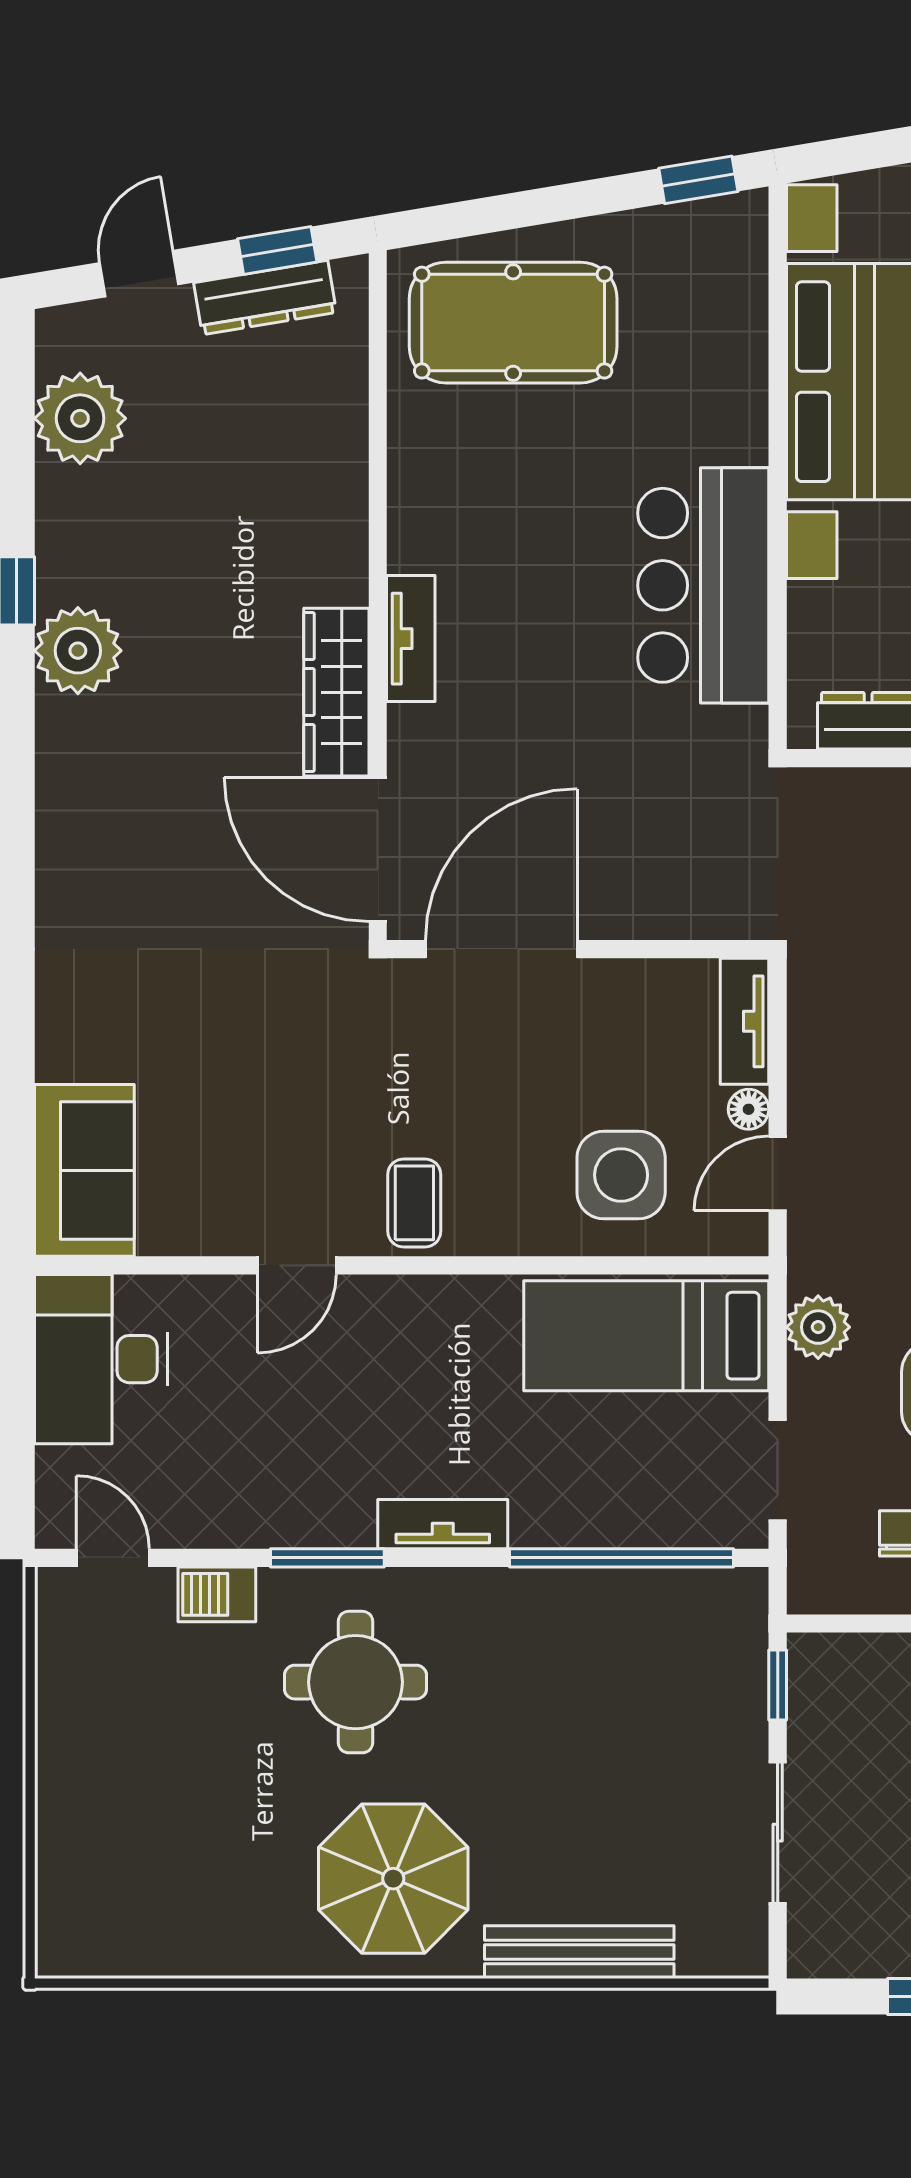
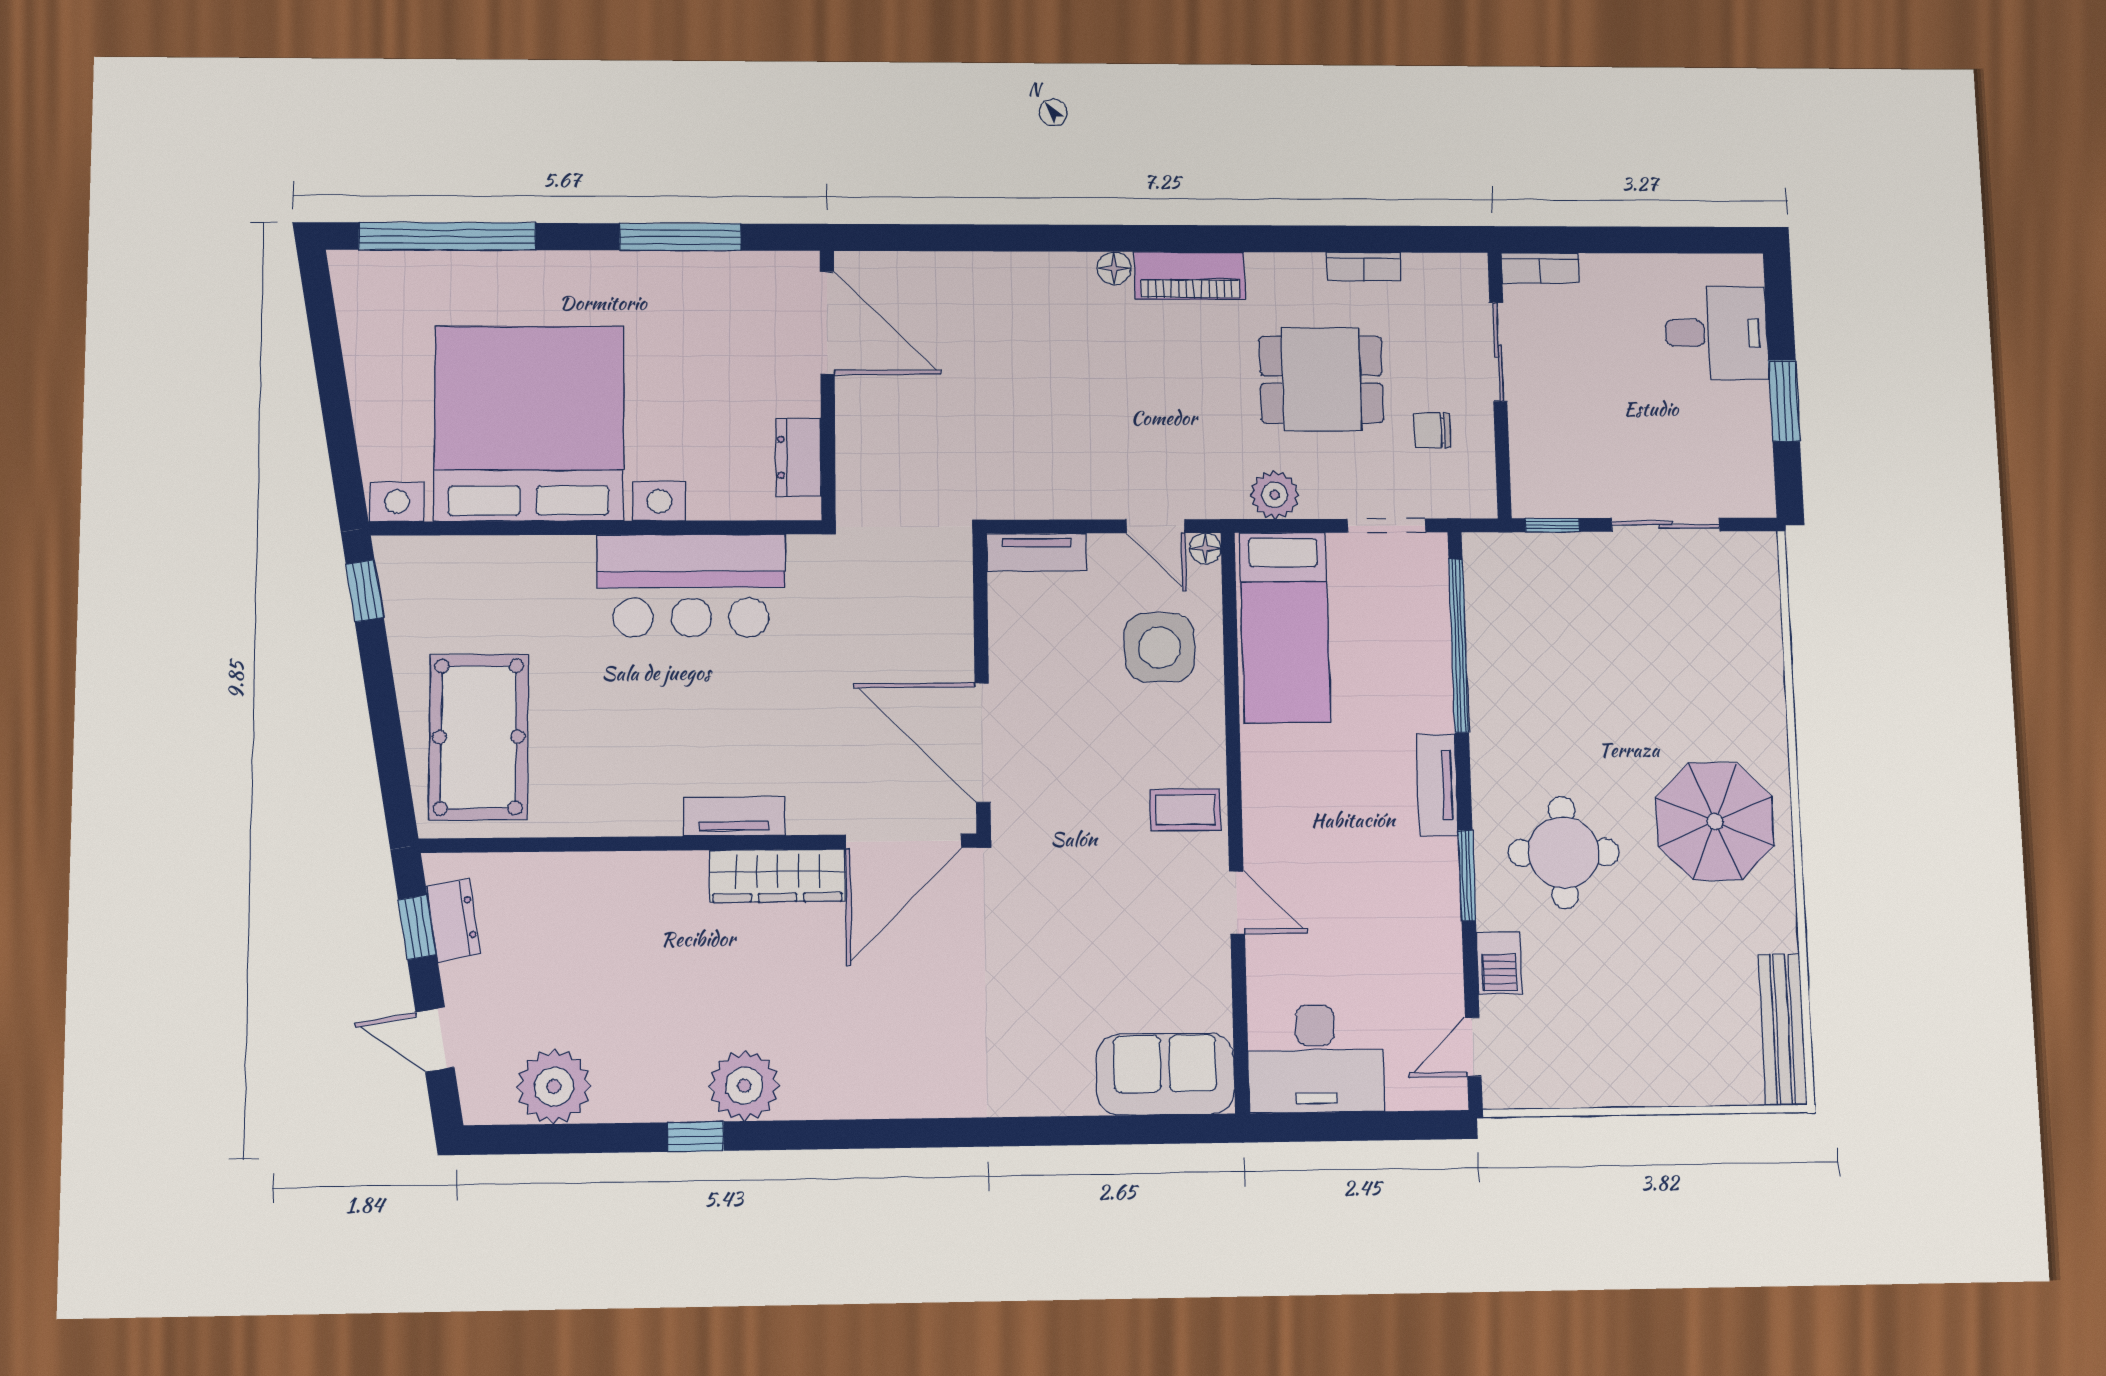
dresser: (265, 298) -> (453, 920), width x0.70
floor lamp: (749, 1109) -> (1205, 548), moved
bench: (579, 1952) -> (1783, 1029), moved

